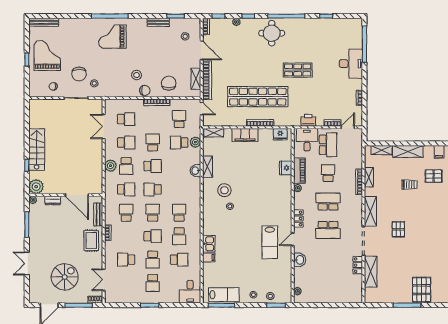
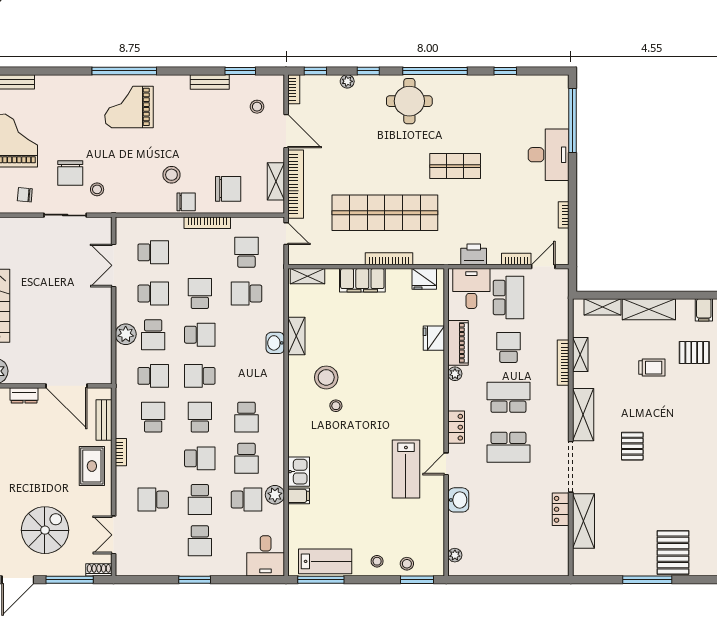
chair: (169, 83) -> (228, 189), turned 90
plant: (195, 142) -> (275, 495), moved
school desk: (179, 213) -> (246, 417), turned 180

